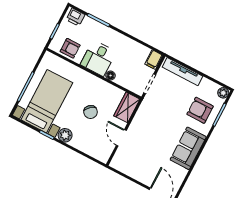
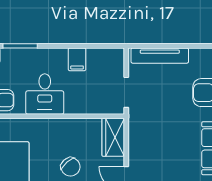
filing cabinet: (154, 60) -> (77, 59), moved
floor lamp: (110, 75) -> (72, 108), removed

